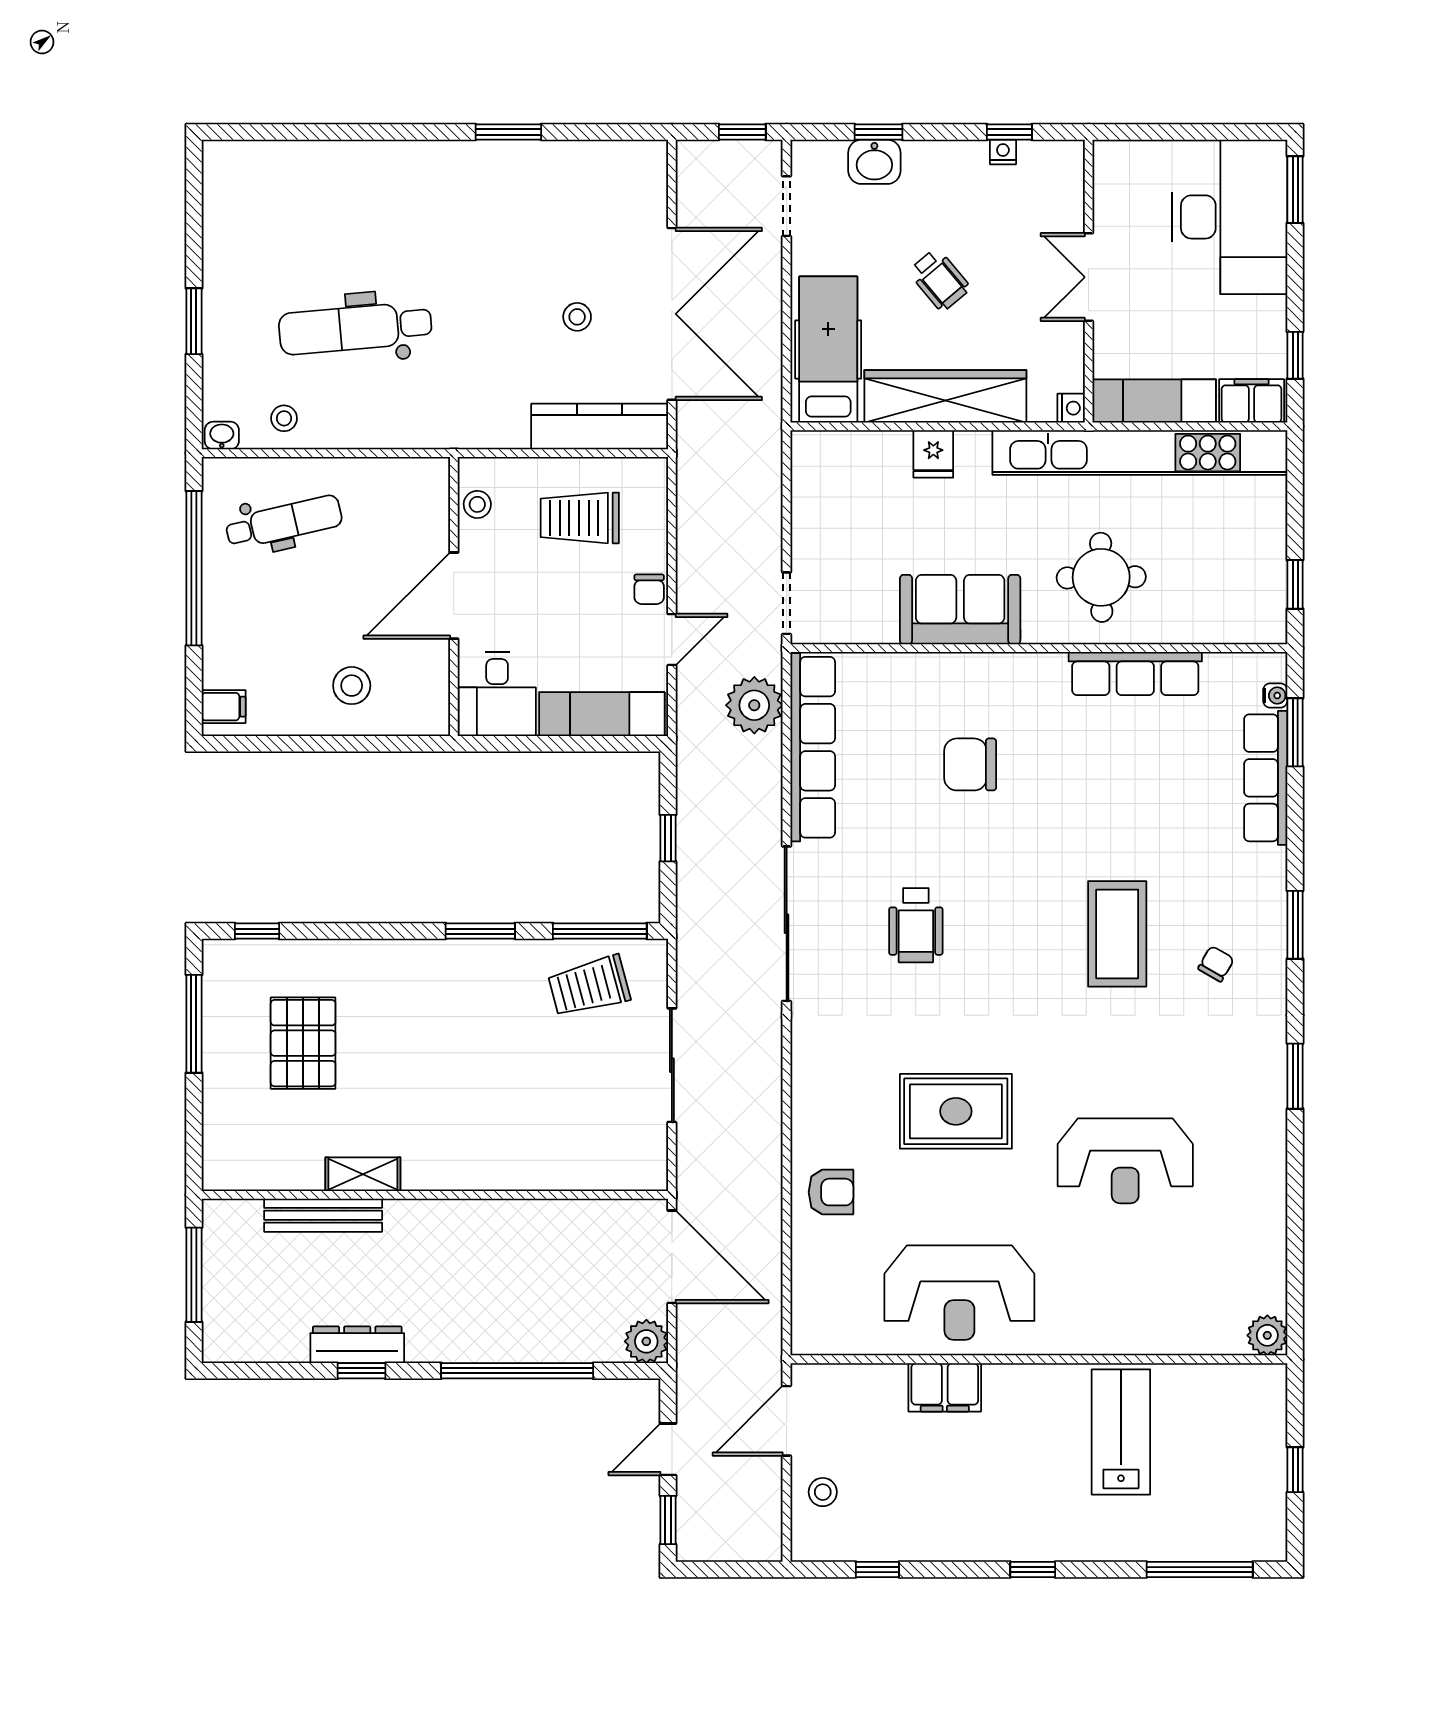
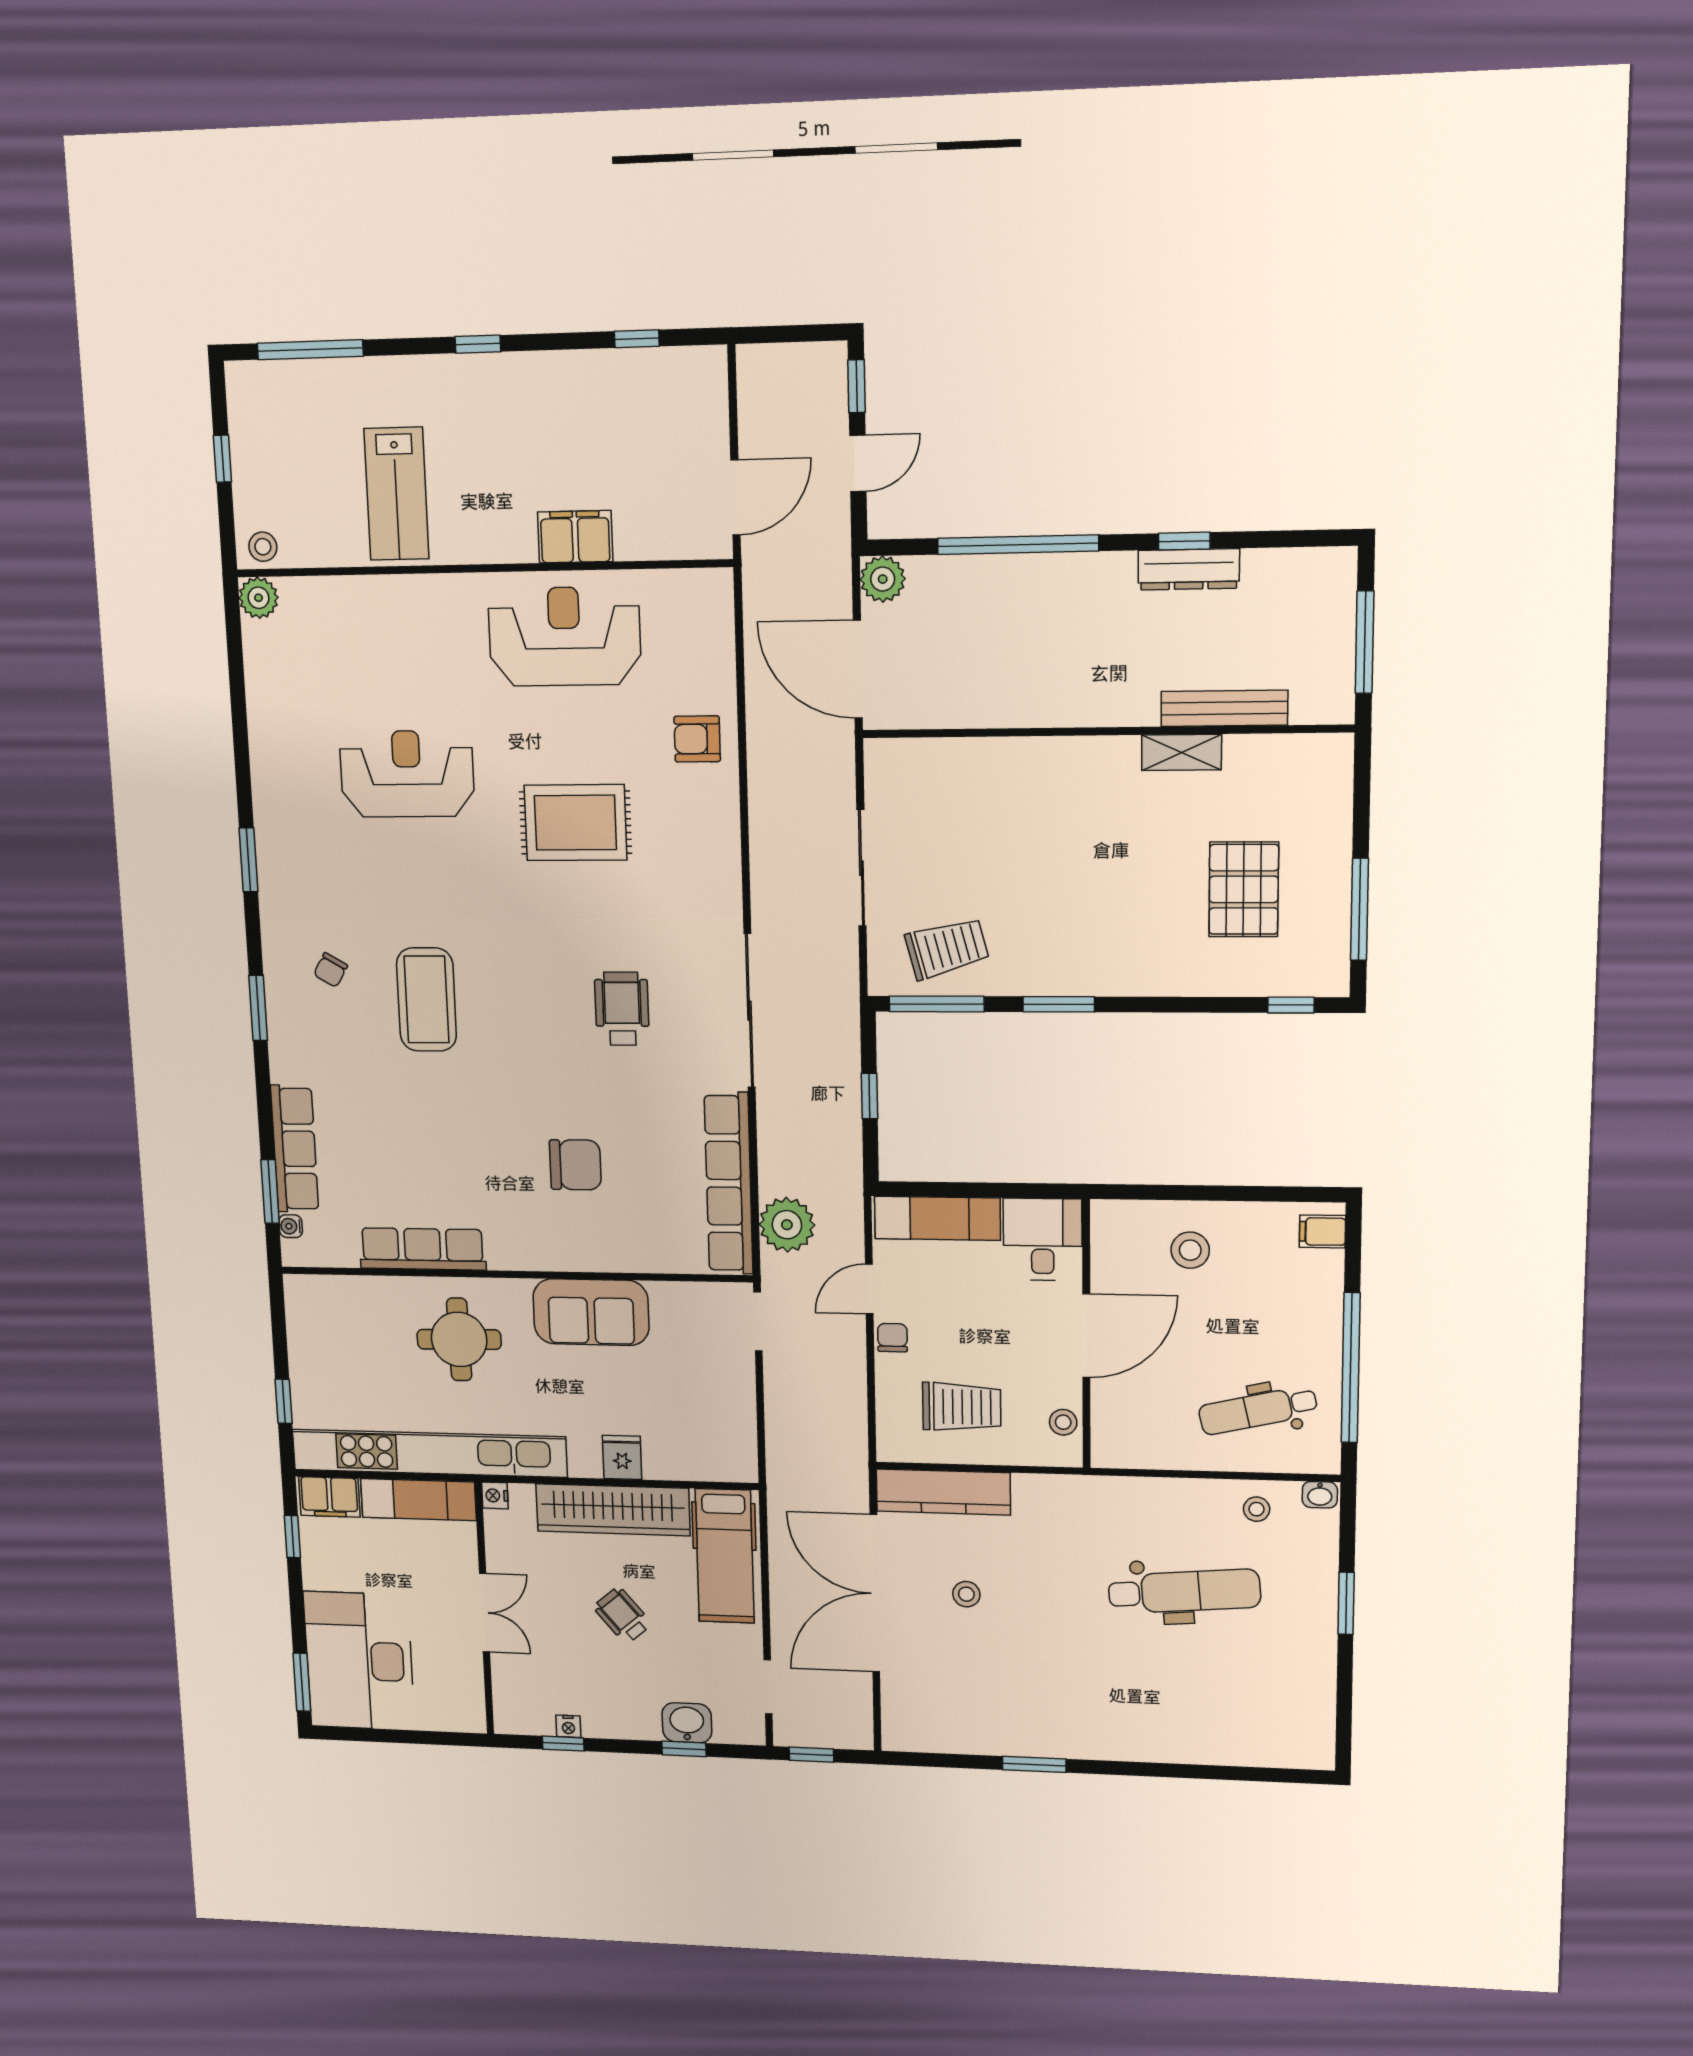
window: (1295, 584) -> (284, 1401), moved
stool: (823, 1492) -> (263, 547), moved

